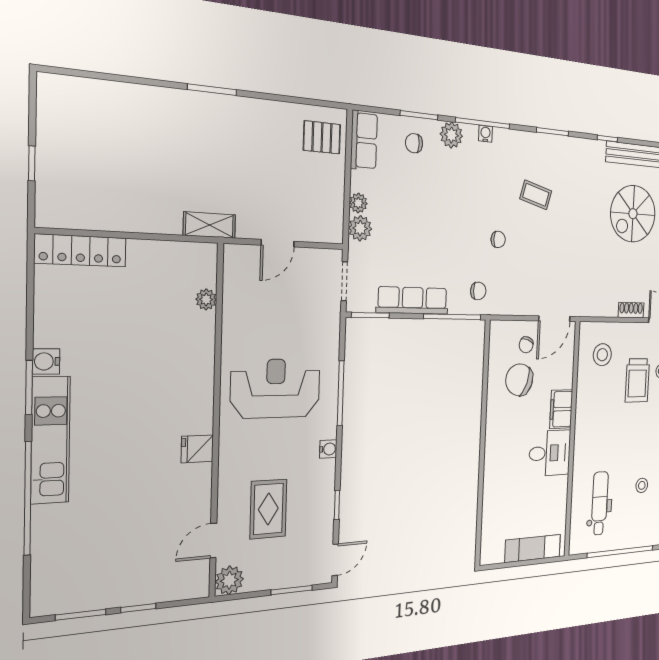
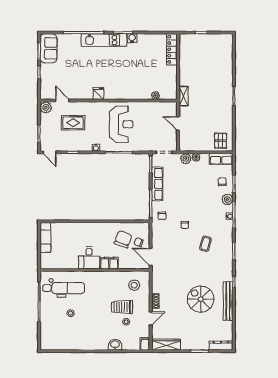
dental chair: (600, 503) -> (64, 288), width x1.36, depth x1.38
exam couch: (533, 548) -> (45, 237), moved
sofa: (73, 590) -> (49, 48), added

